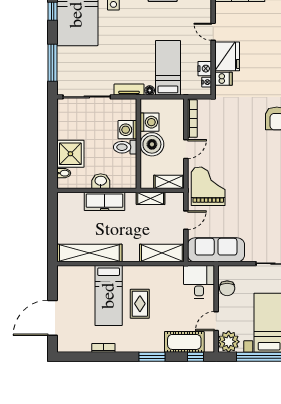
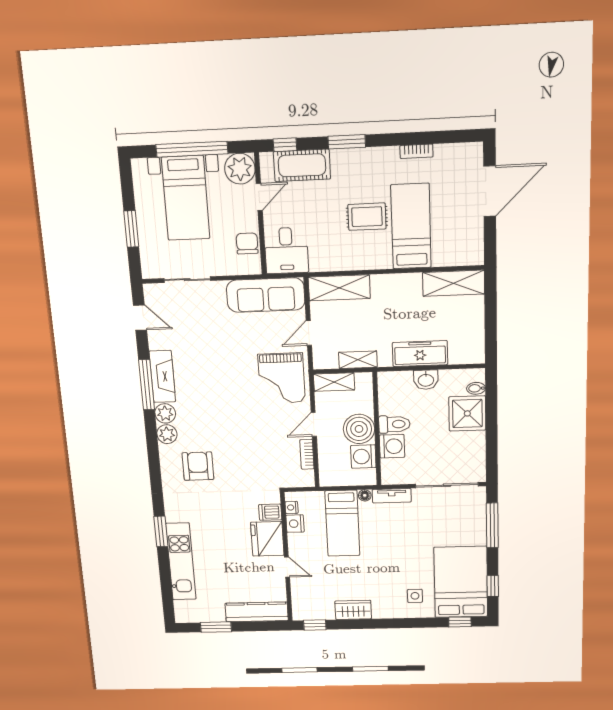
bookcase: (192, 119) -> (307, 454), width x0.64
shelving: (89, 253) -> (454, 283), width x0.68
rug: (140, 304) -> (367, 217), turned 90

